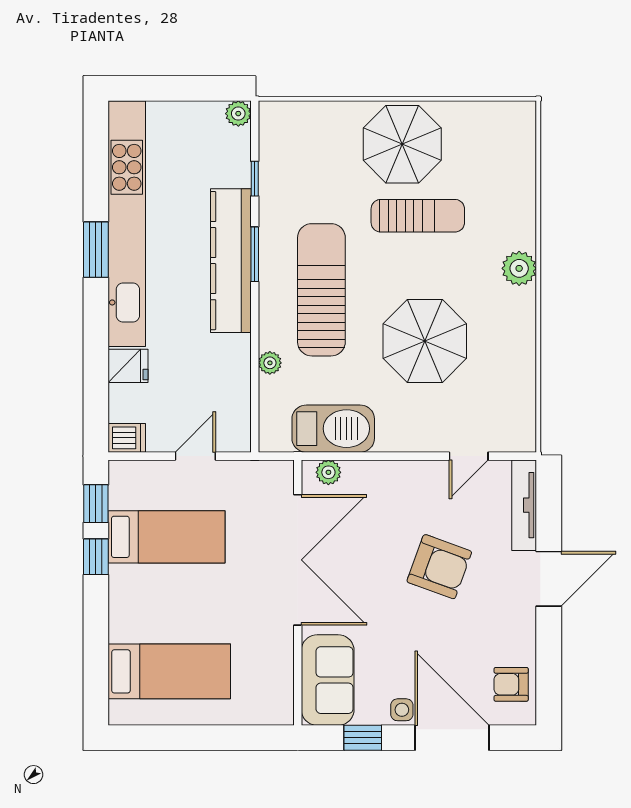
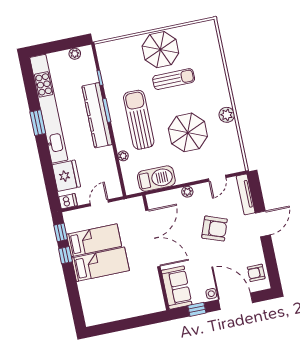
plant: (238, 114) -> (75, 54), moved
plant: (519, 268) -> (227, 115), moved
fridge: (128, 366) -> (66, 176), width x1.88, depth x1.34
plant: (328, 472) -> (187, 192), moved
bed: (169, 671) -> (100, 264), moved

